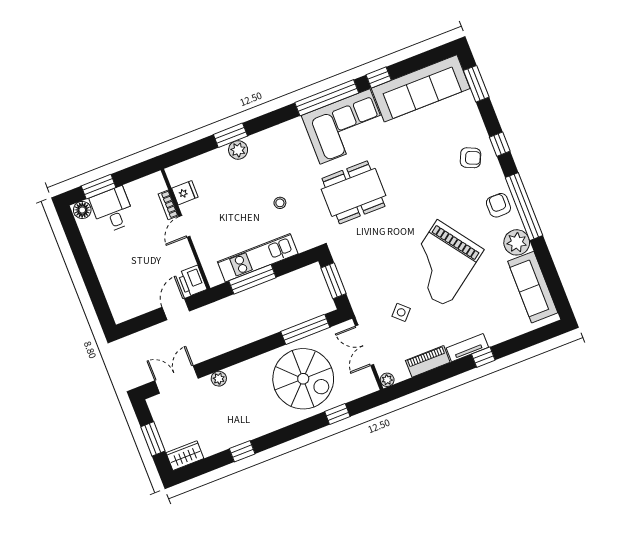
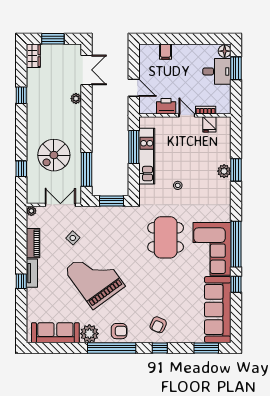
printer: (192, 281) -> (166, 106), moved
filing cabinet: (113, 286) -> (165, 52), added
spiral stairs: (303, 379) -> (54, 155), width x0.73, depth x0.73

